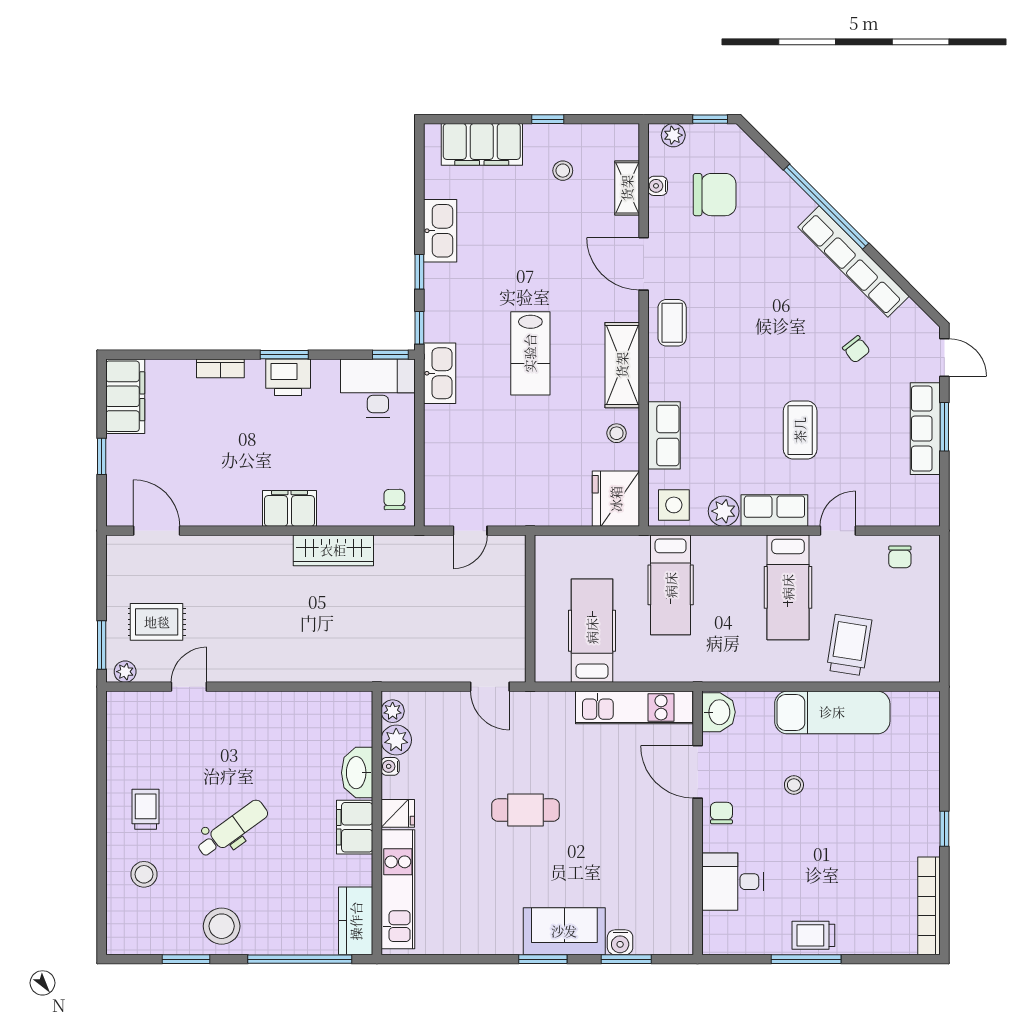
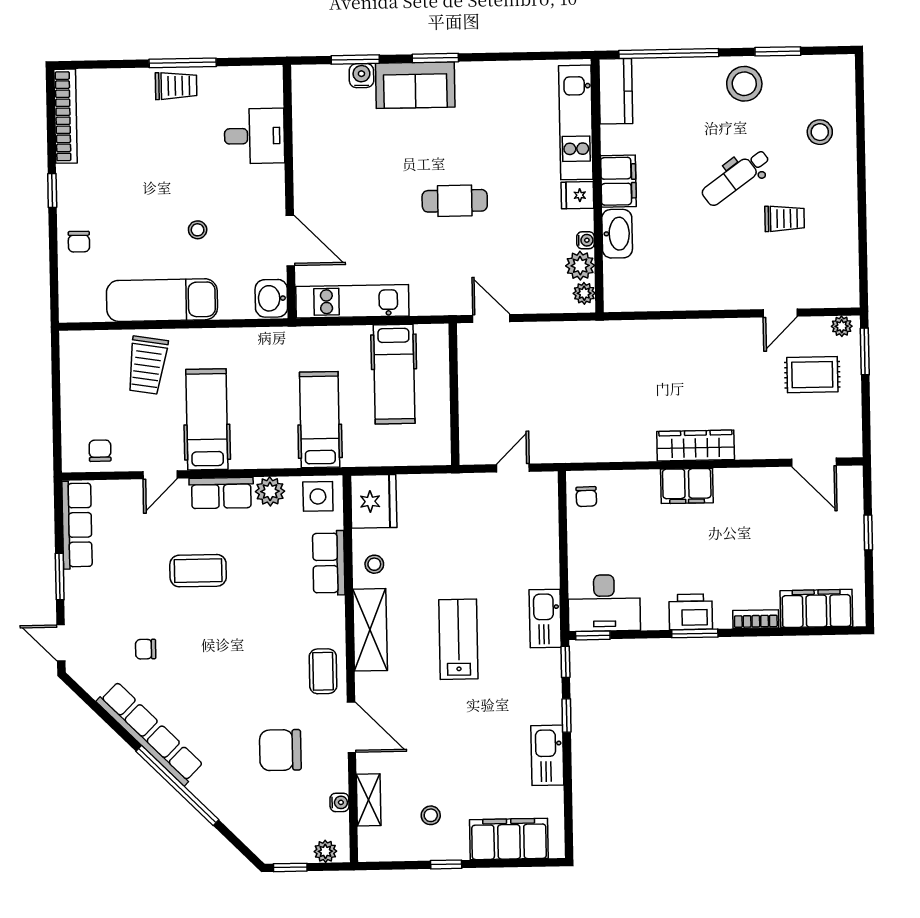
chair: (715, 195) -> (280, 750), moved
chair: (856, 349) -> (146, 649), turned -52
filing cabinet: (125, 396) -> (816, 608), moved, turned 90
row of seats: (925, 429) -> (77, 525), moved
coffee table: (800, 430) -> (198, 571), turned 90
wardrobe: (333, 550) -> (696, 446), moved
trolley: (146, 809) -> (785, 219), moved, turned -90
chair: (721, 813) -> (79, 242), moved

